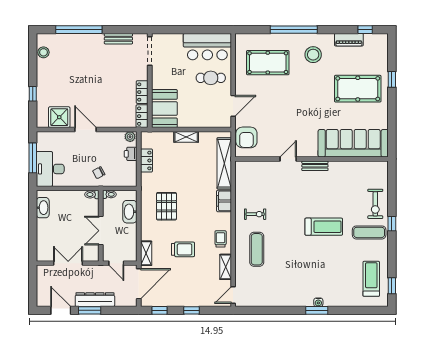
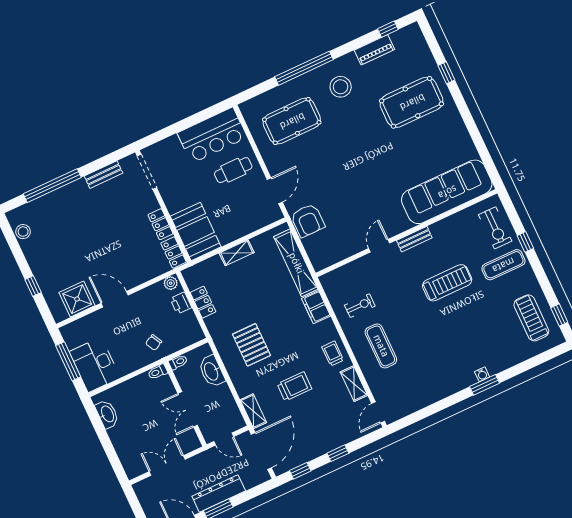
sofa: (353, 143) -> (447, 192), moved
door: (288, 159) -> (379, 246), moved
wall: (312, 159) -> (406, 233), moved
bench: (315, 166) -> (414, 239), moved

